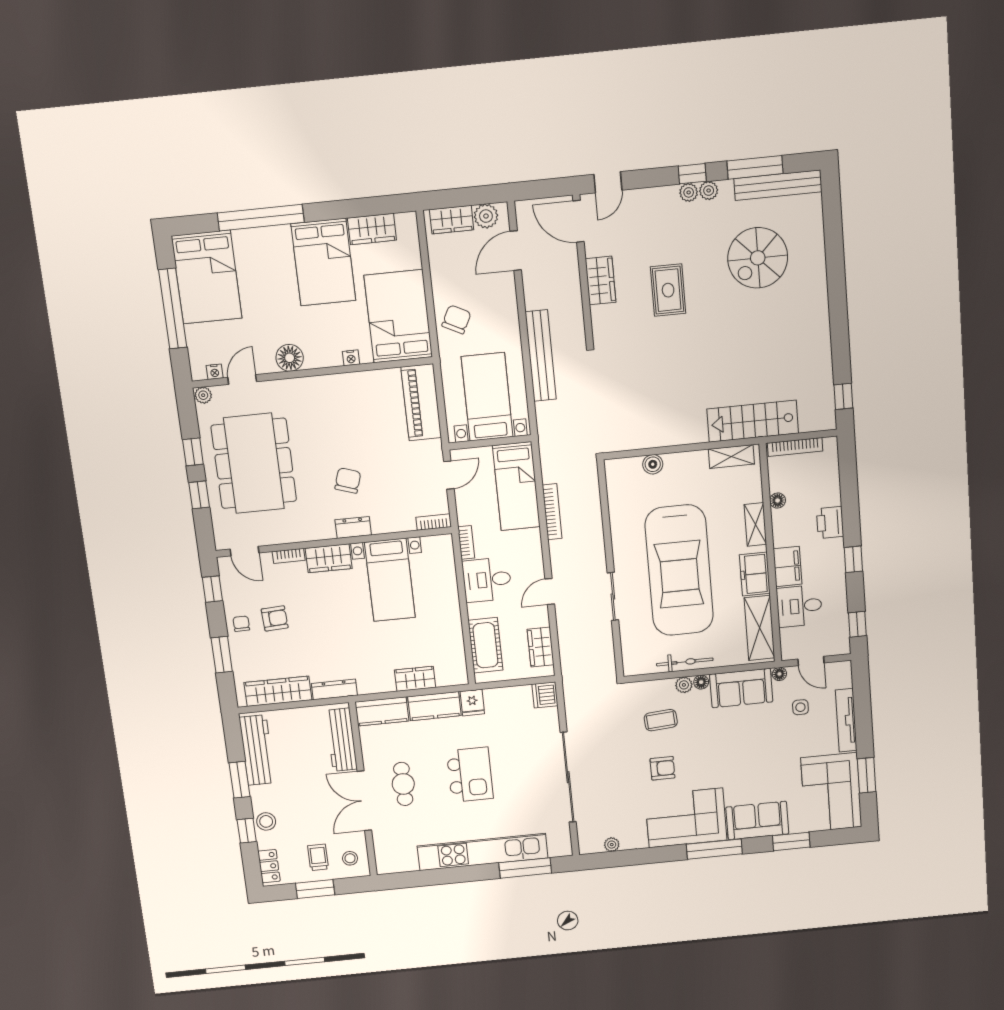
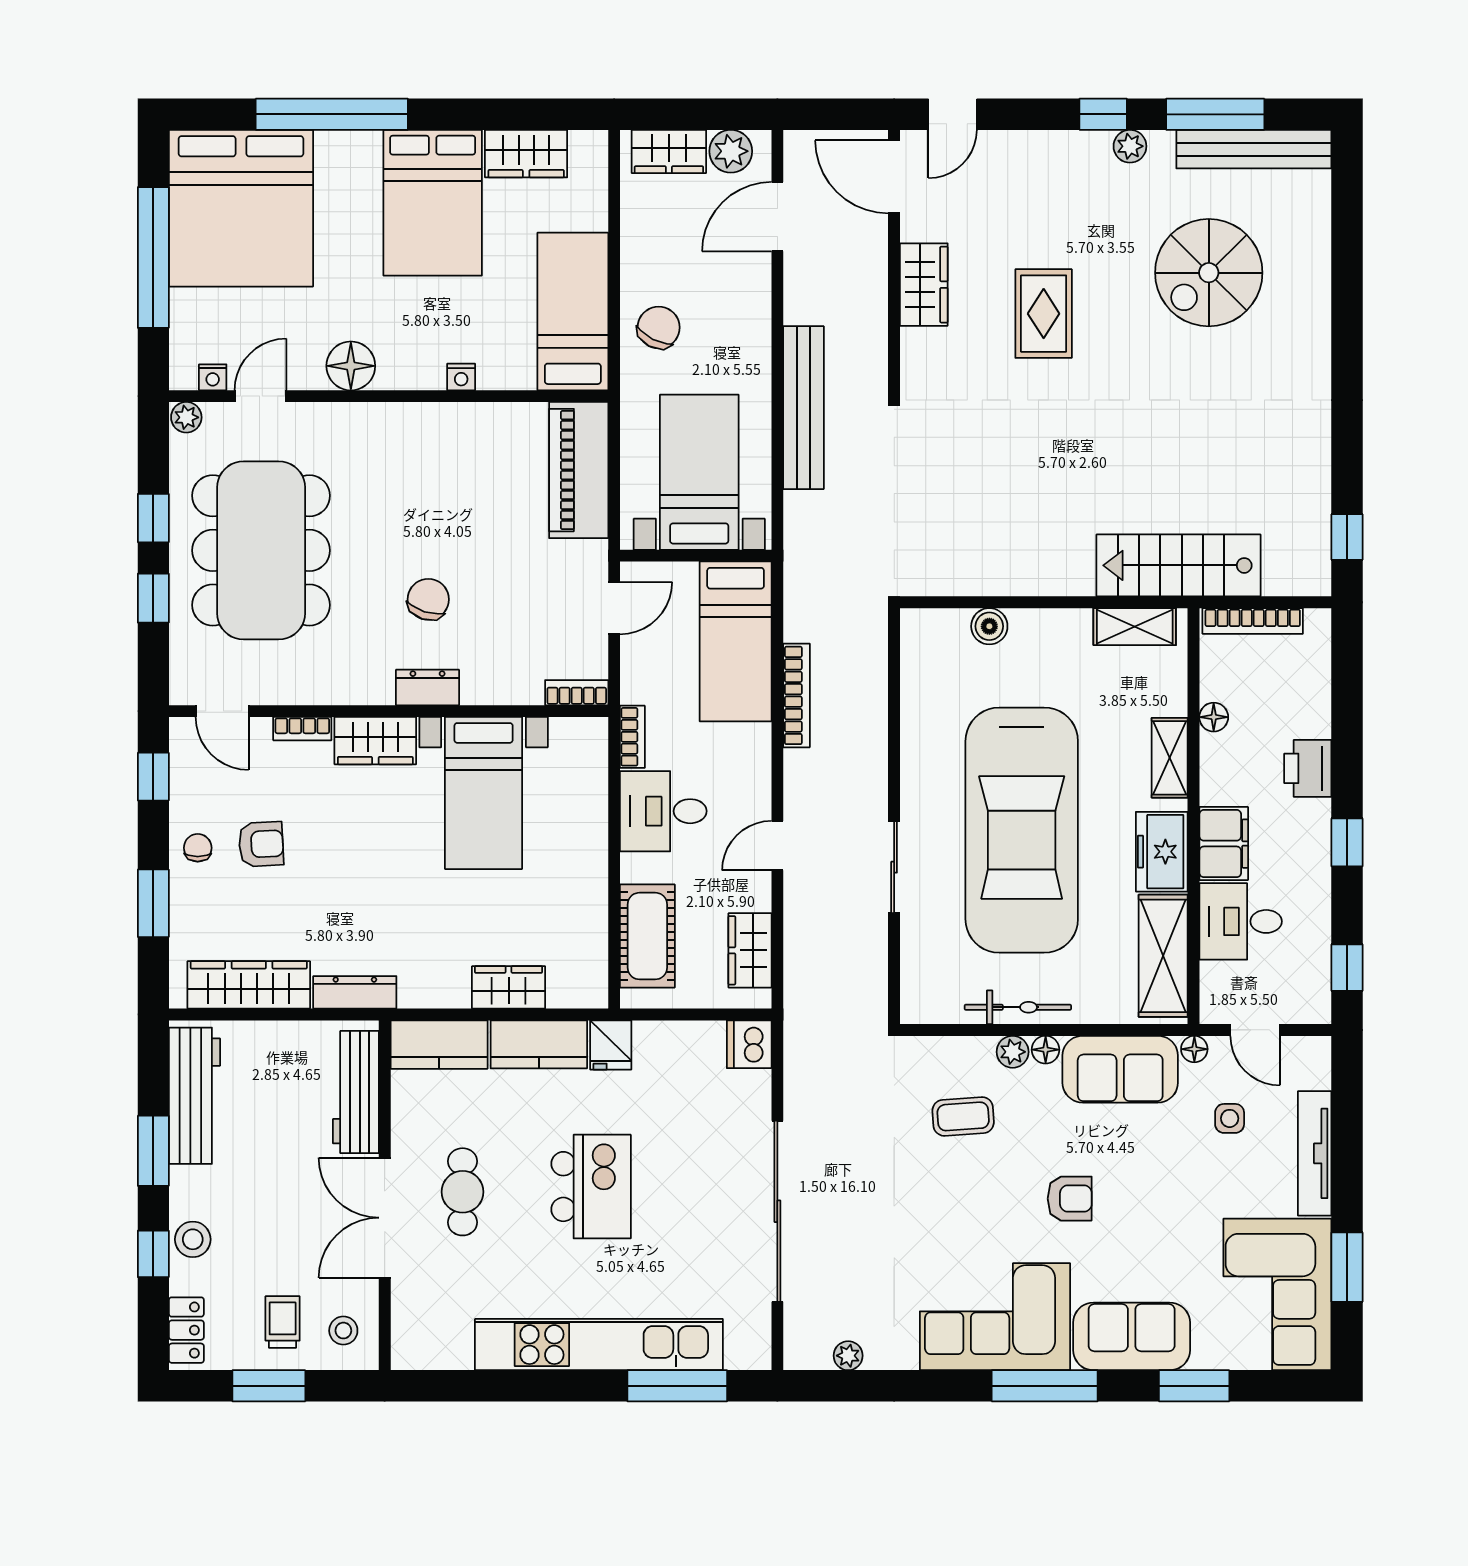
plant: (689, 192) -> (1094, 146), removed
bed: (207, 277) -> (241, 208), width x1.36
bed: (398, 316) -> (573, 312), width x0.67
armchair: (662, 768) -> (1070, 1199), moved

